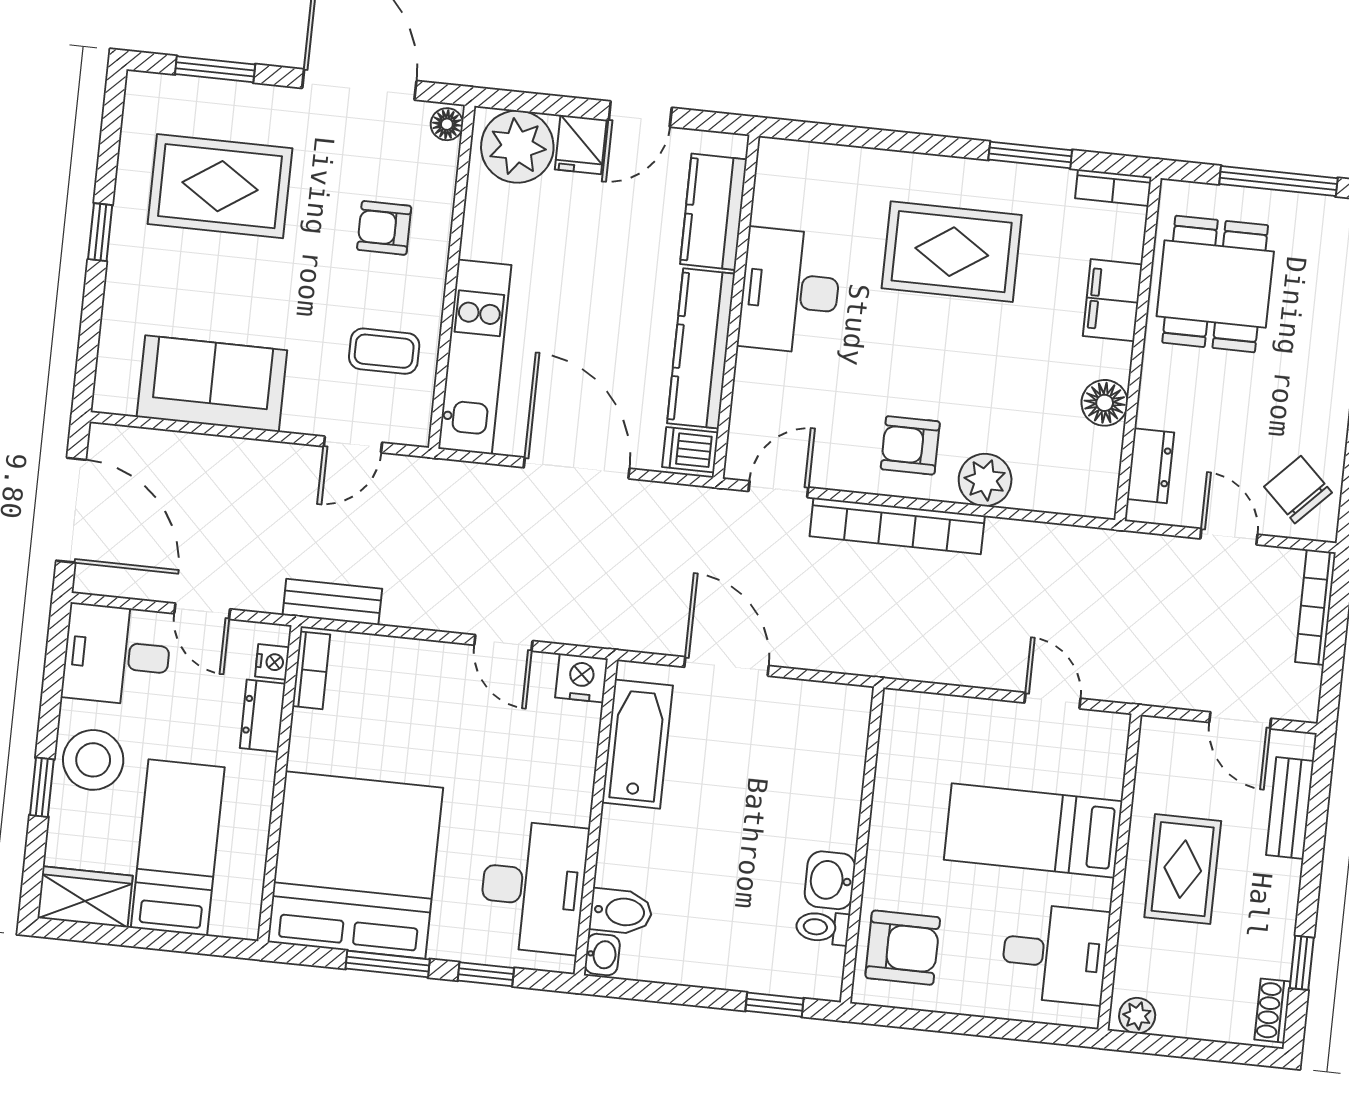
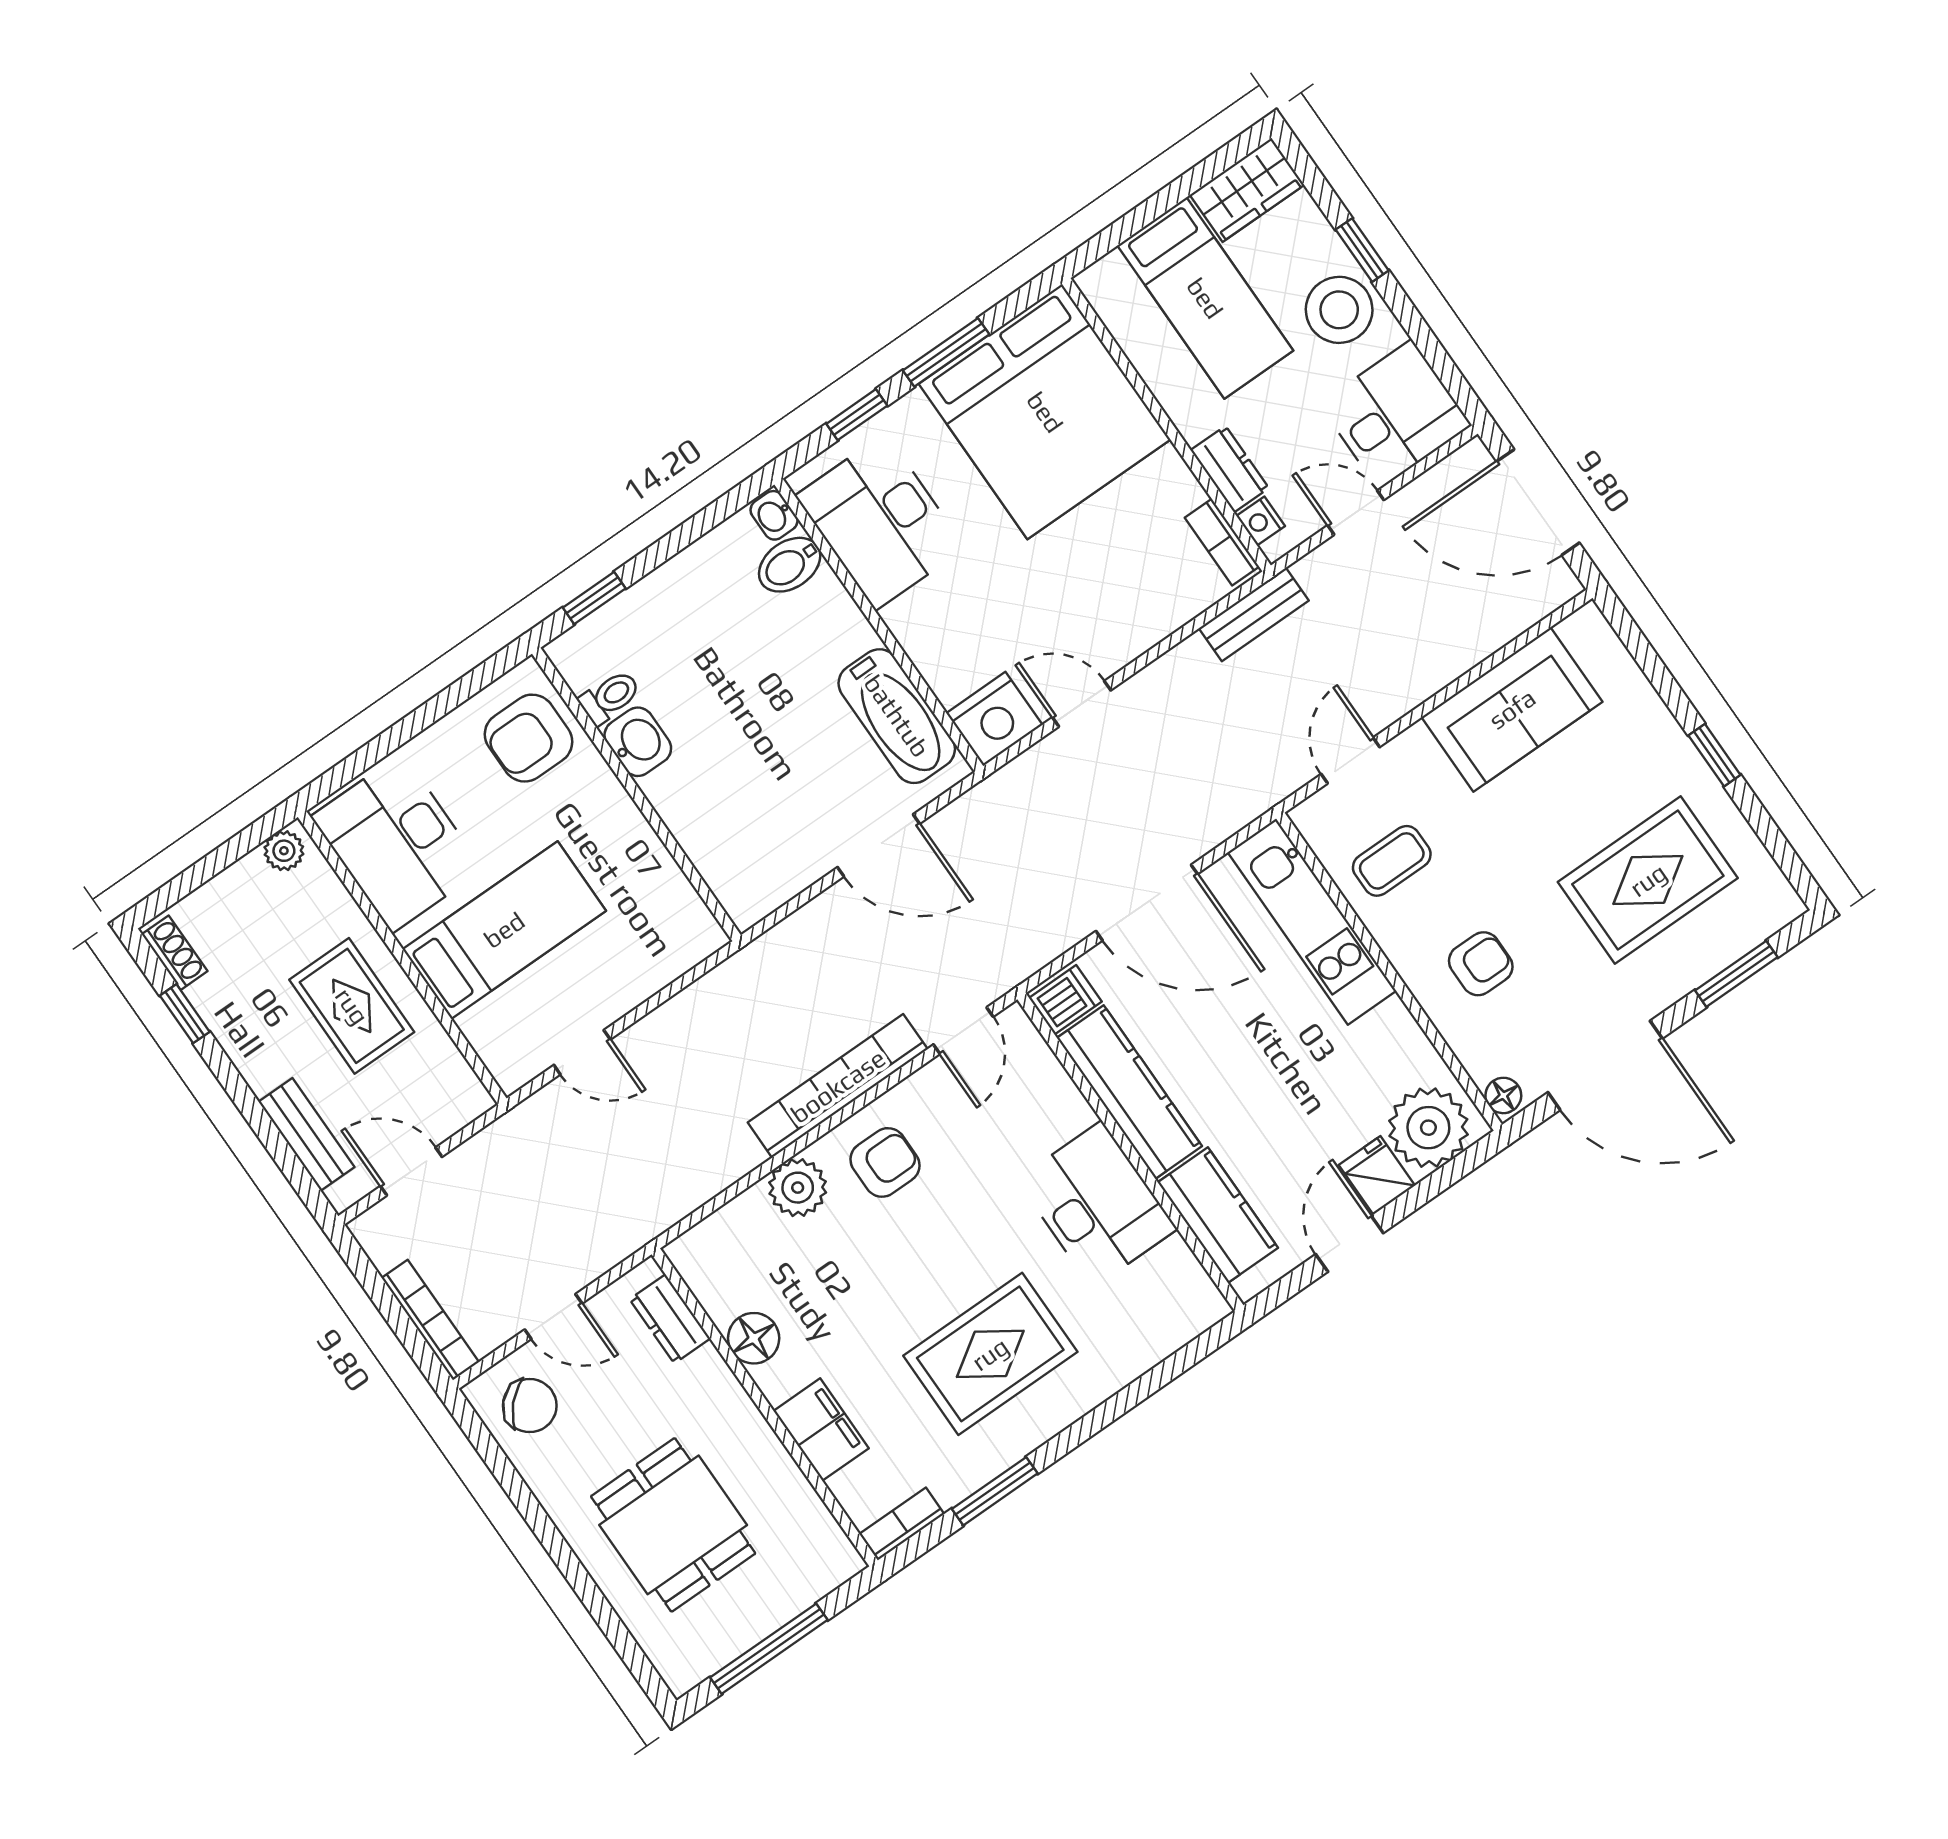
dining table: (1215, 284) -> (673, 1525), moved
nightstand: (582, 678) -> (994, 719), width x1.36, depth x1.33
desk: (1055, 954) -> (397, 843), width x1.37

